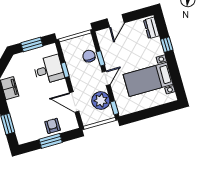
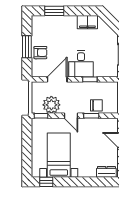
window: (167, 45) -> (46, 182), moved
desk: (49, 70) -> (81, 64), moved

